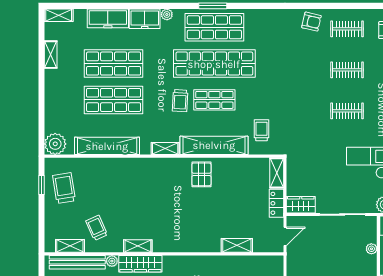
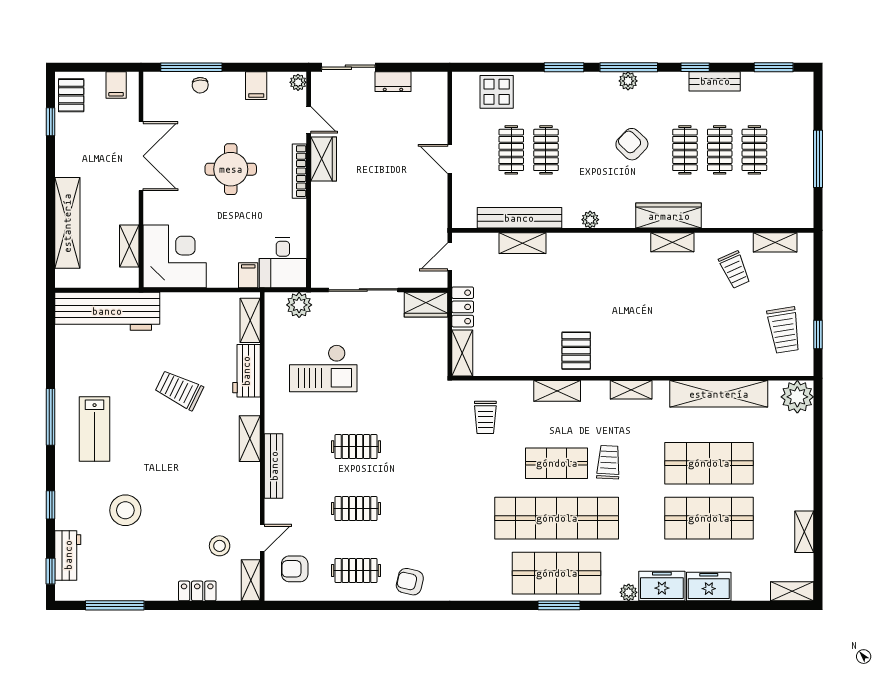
freezer: (108, 18) -> (709, 587), width x0.71
shelving: (214, 145) -> (557, 391), width x0.45, depth x0.75
plant: (371, 249) -> (319, 238), removed
plant: (112, 261) -> (590, 220), moved
bench: (77, 262) -> (519, 218), moved

